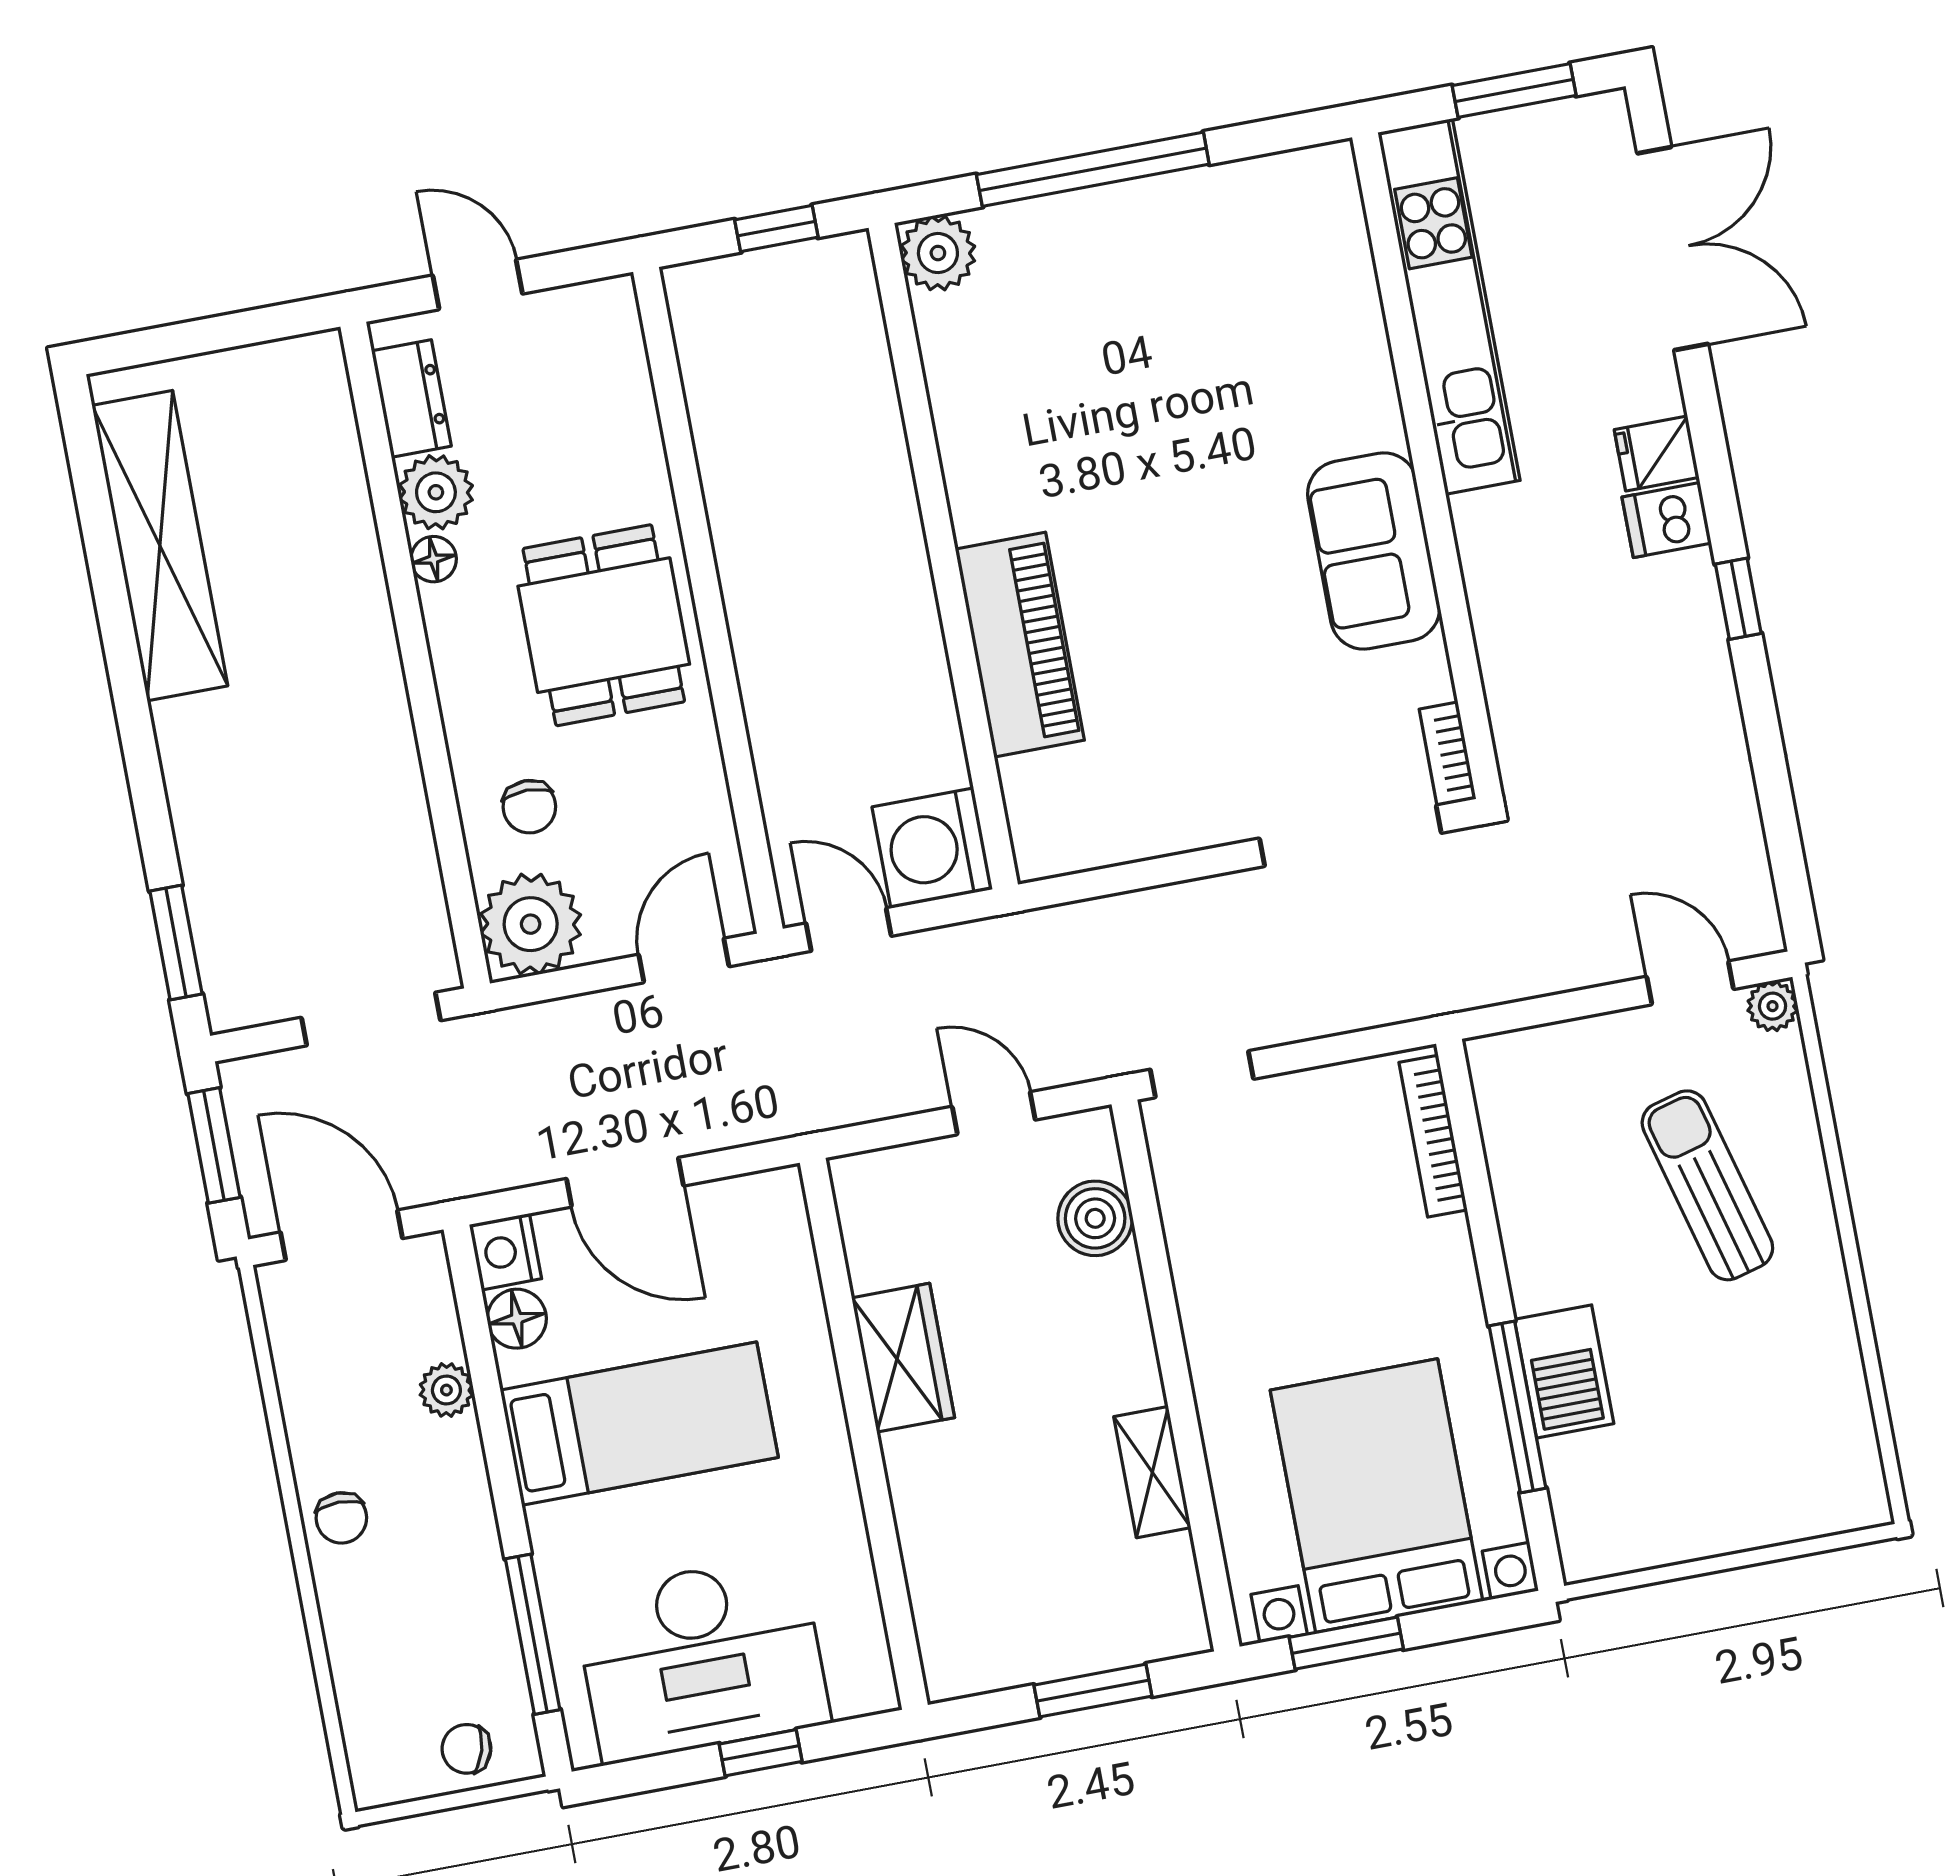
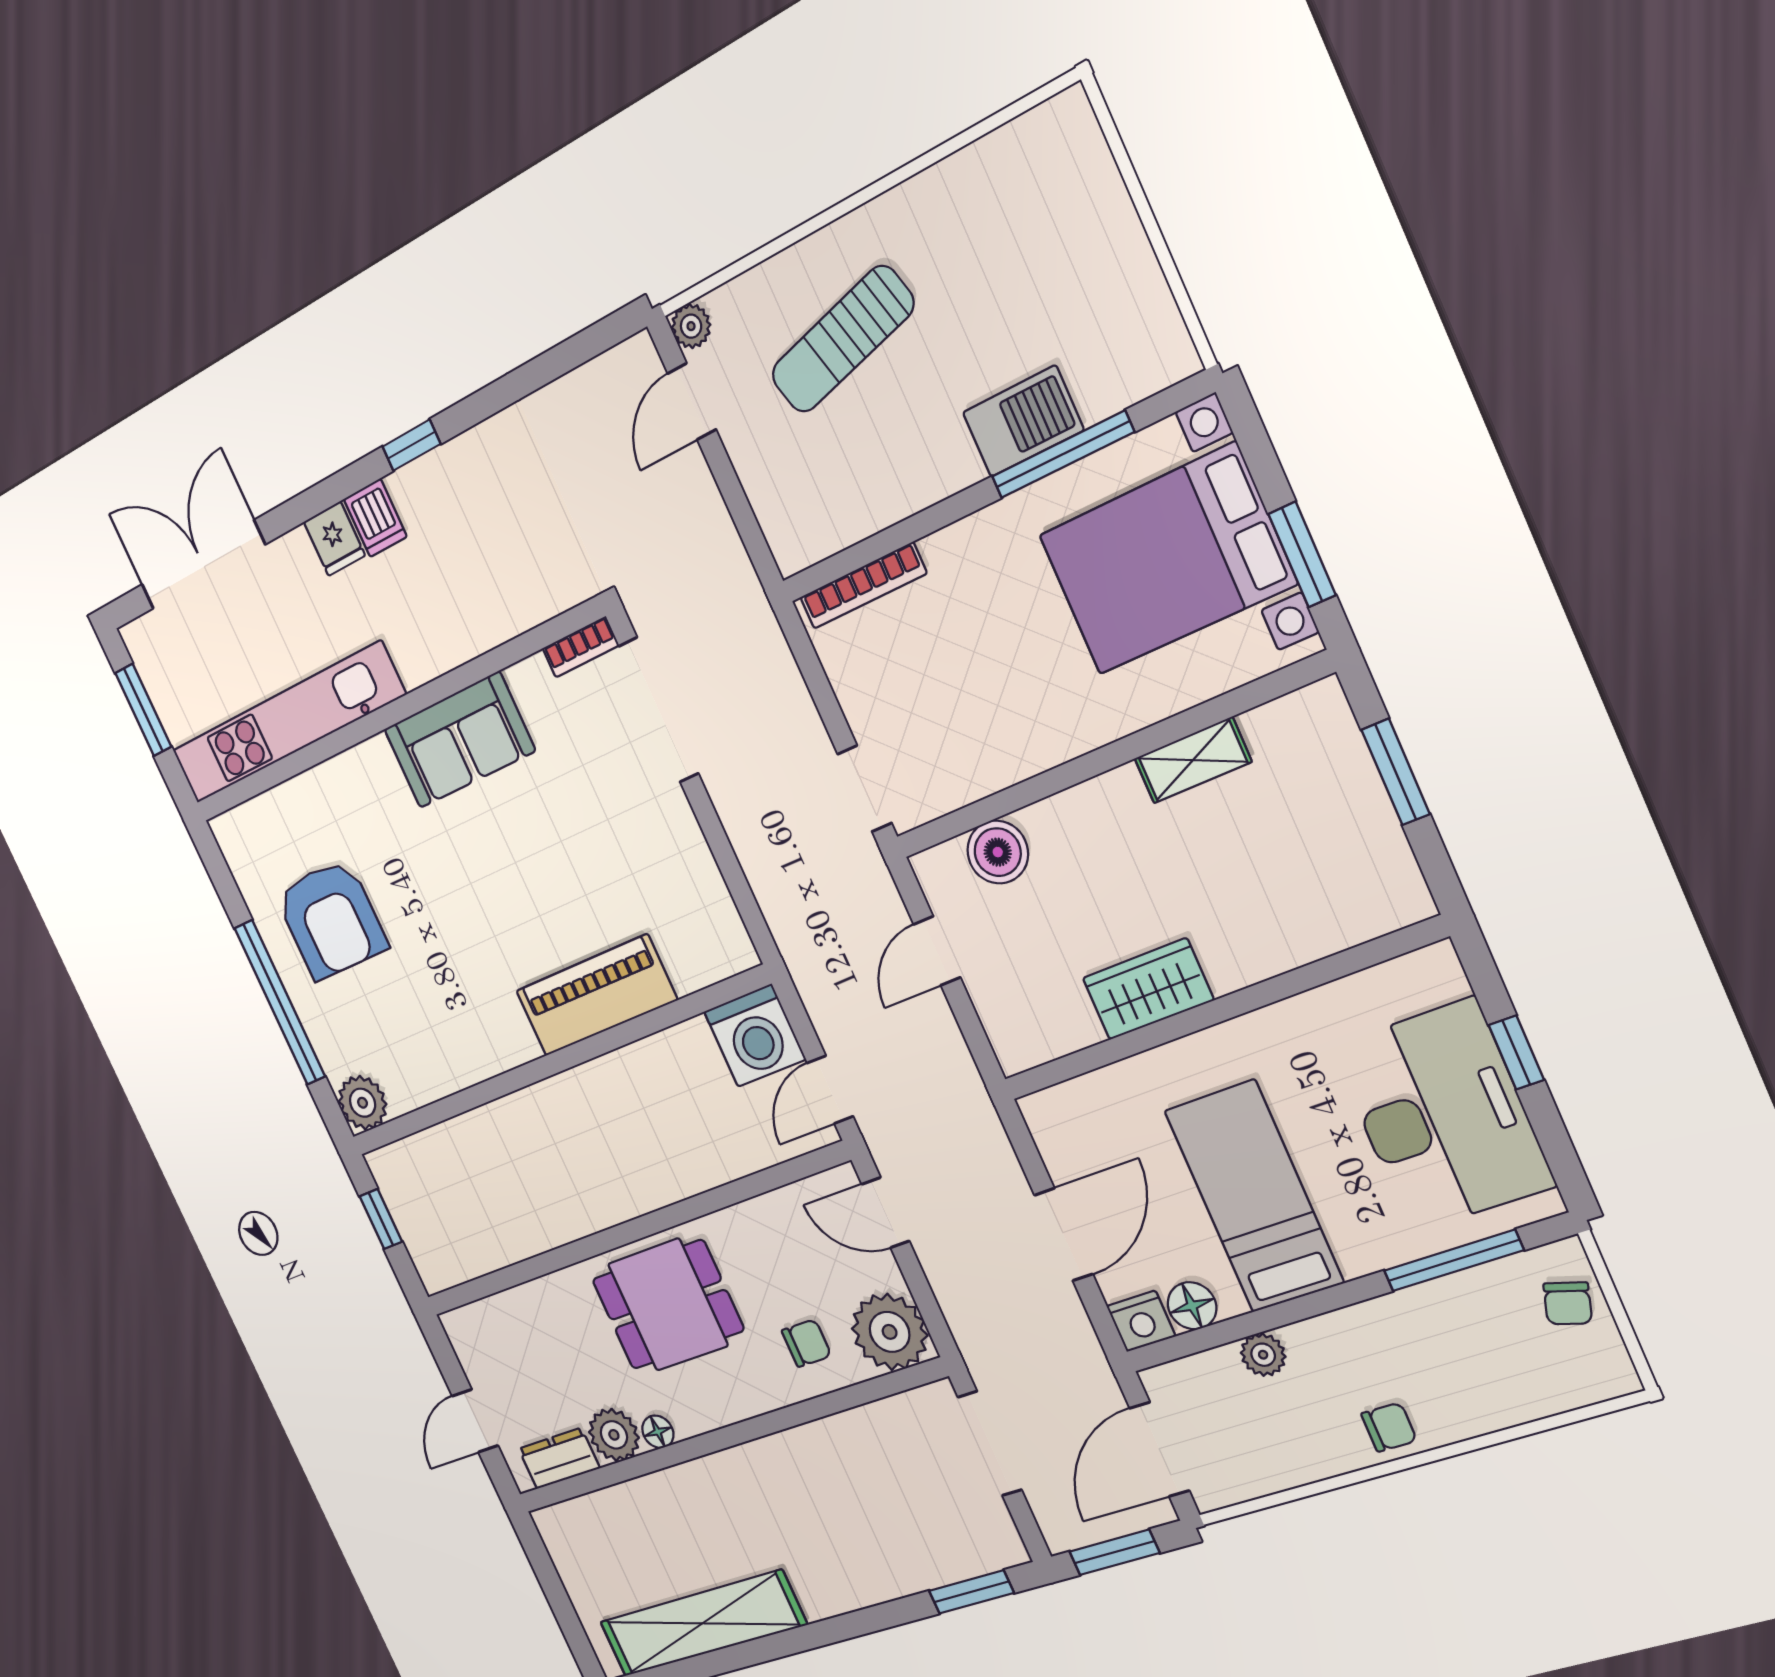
armchair: (1187, 287) -> (331, 920), added

